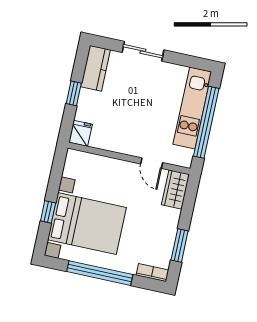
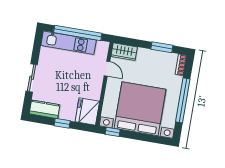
fridge: (80, 133) -> (87, 111), width x1.88, depth x1.34
door: (152, 163) -> (107, 69), hinge flipped
window: (48, 212) -> (113, 132), moved
bed with nightstands: (87, 224) -> (140, 109), width x1.36

